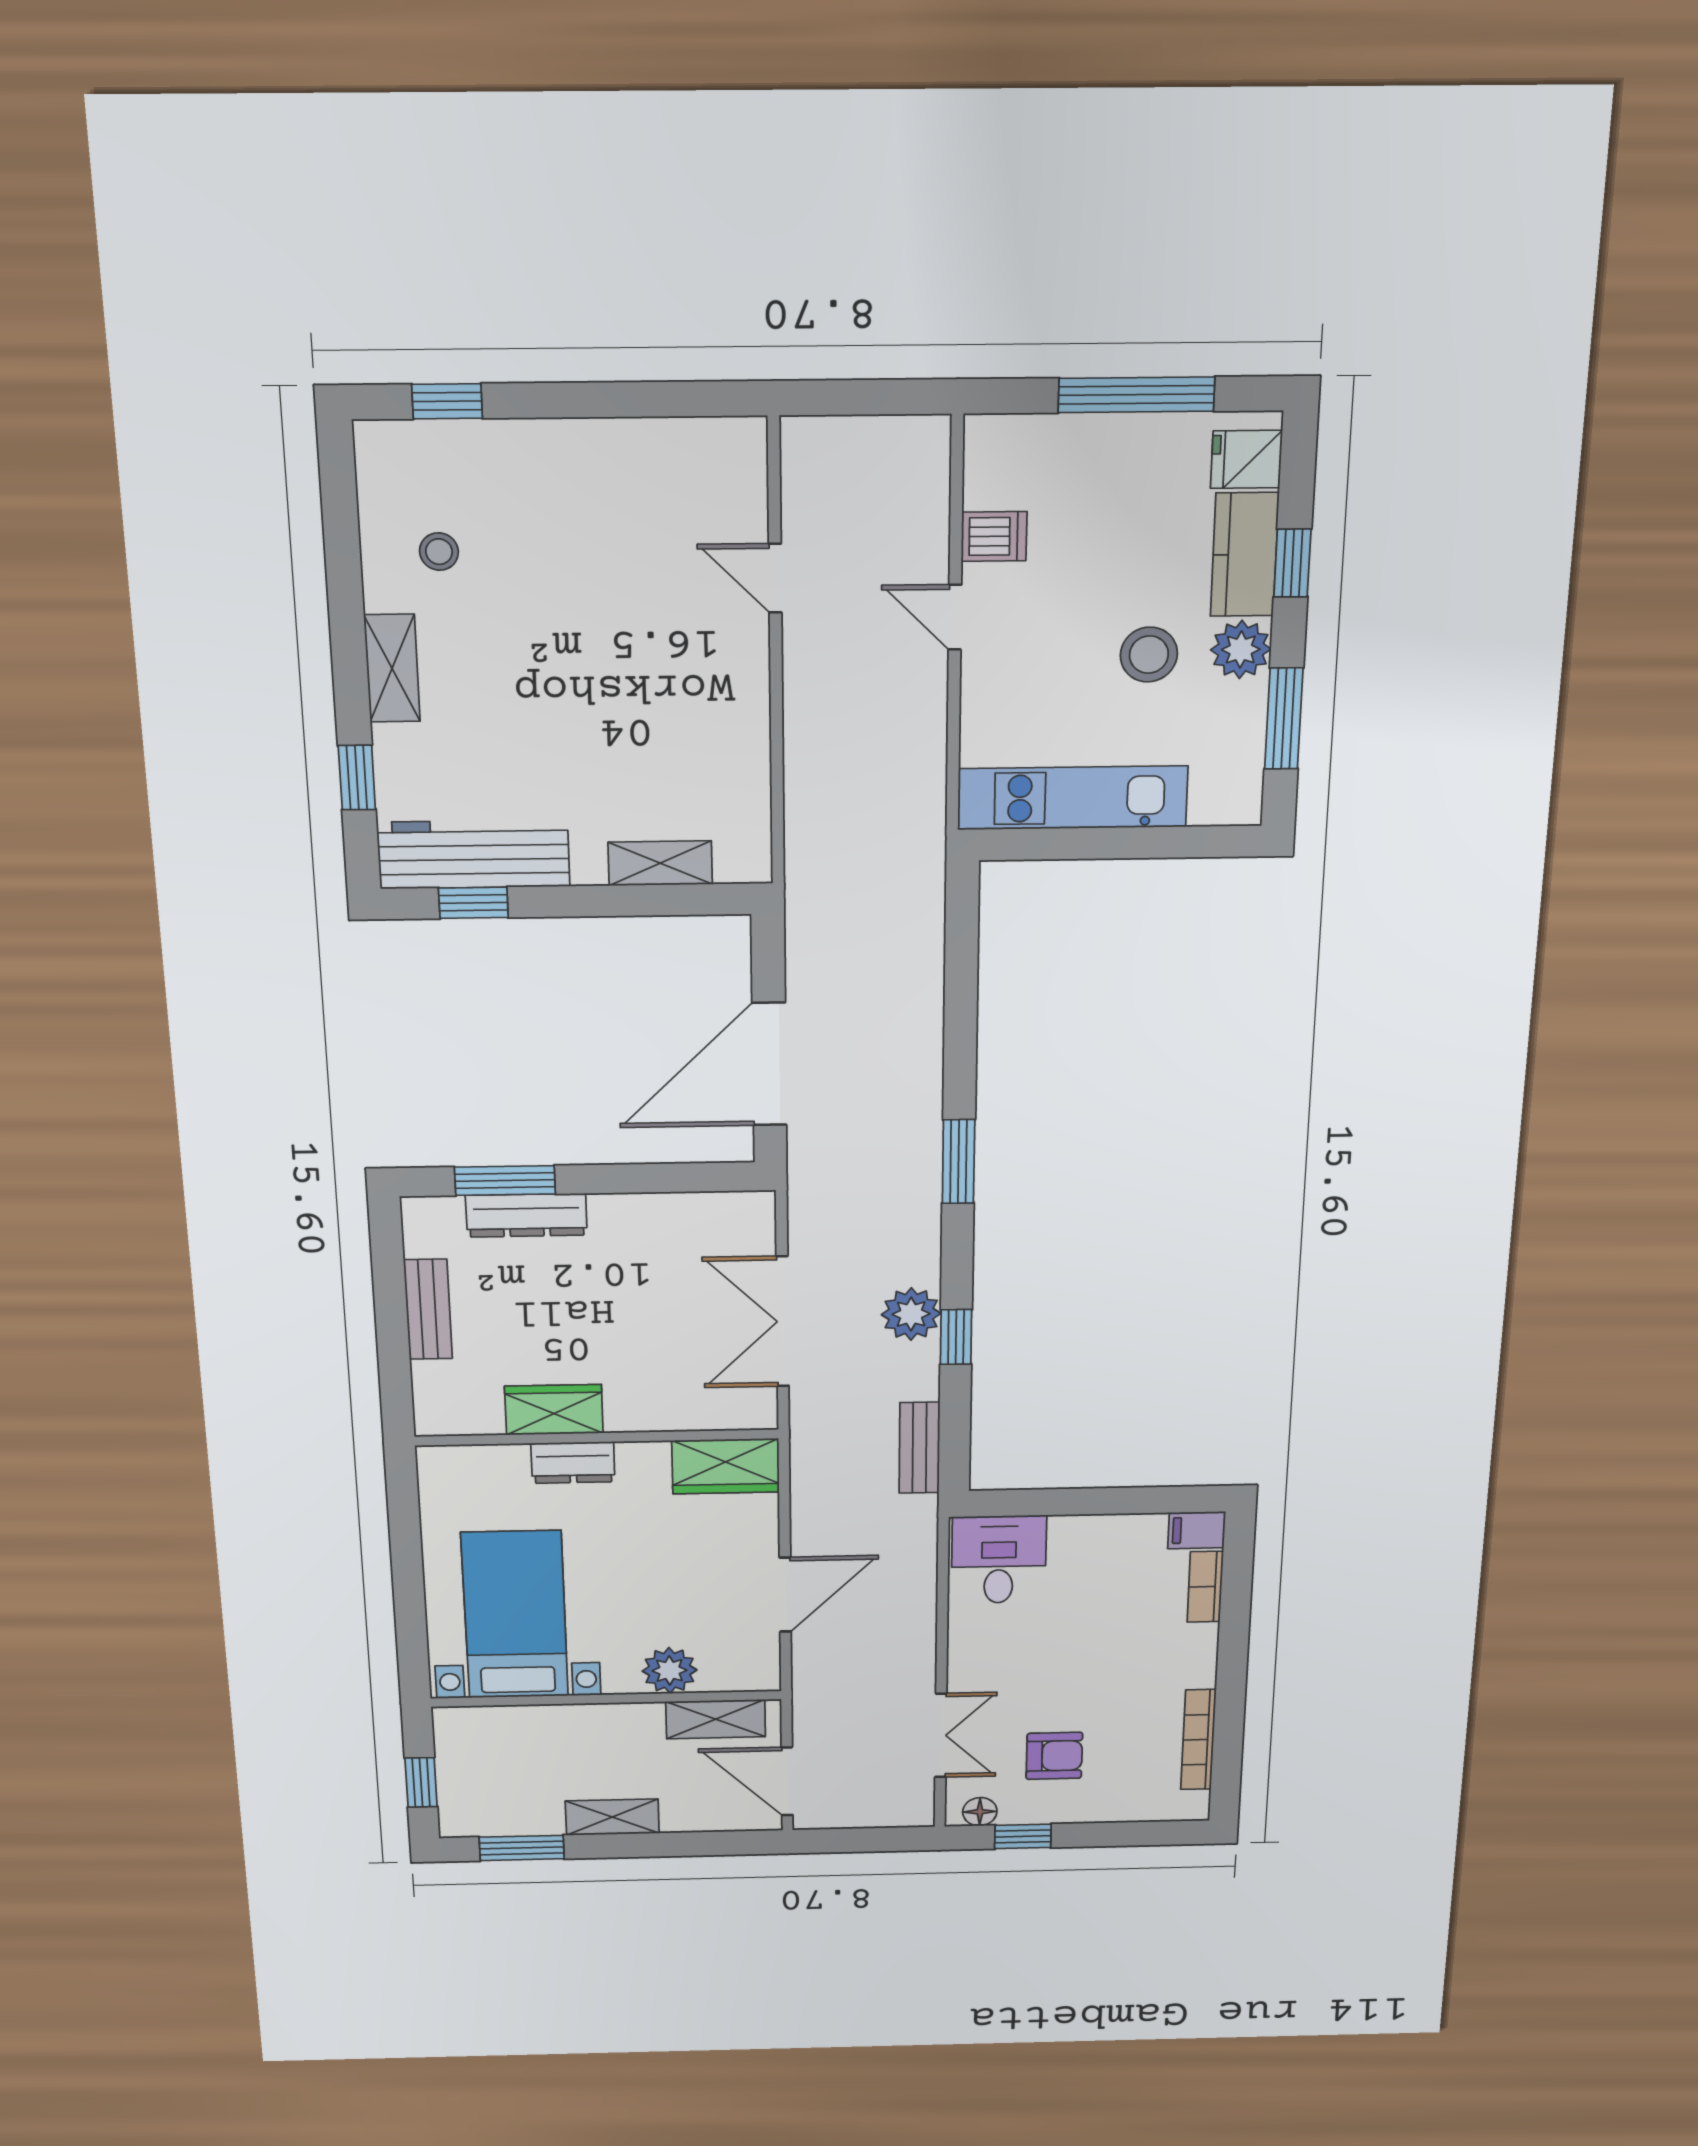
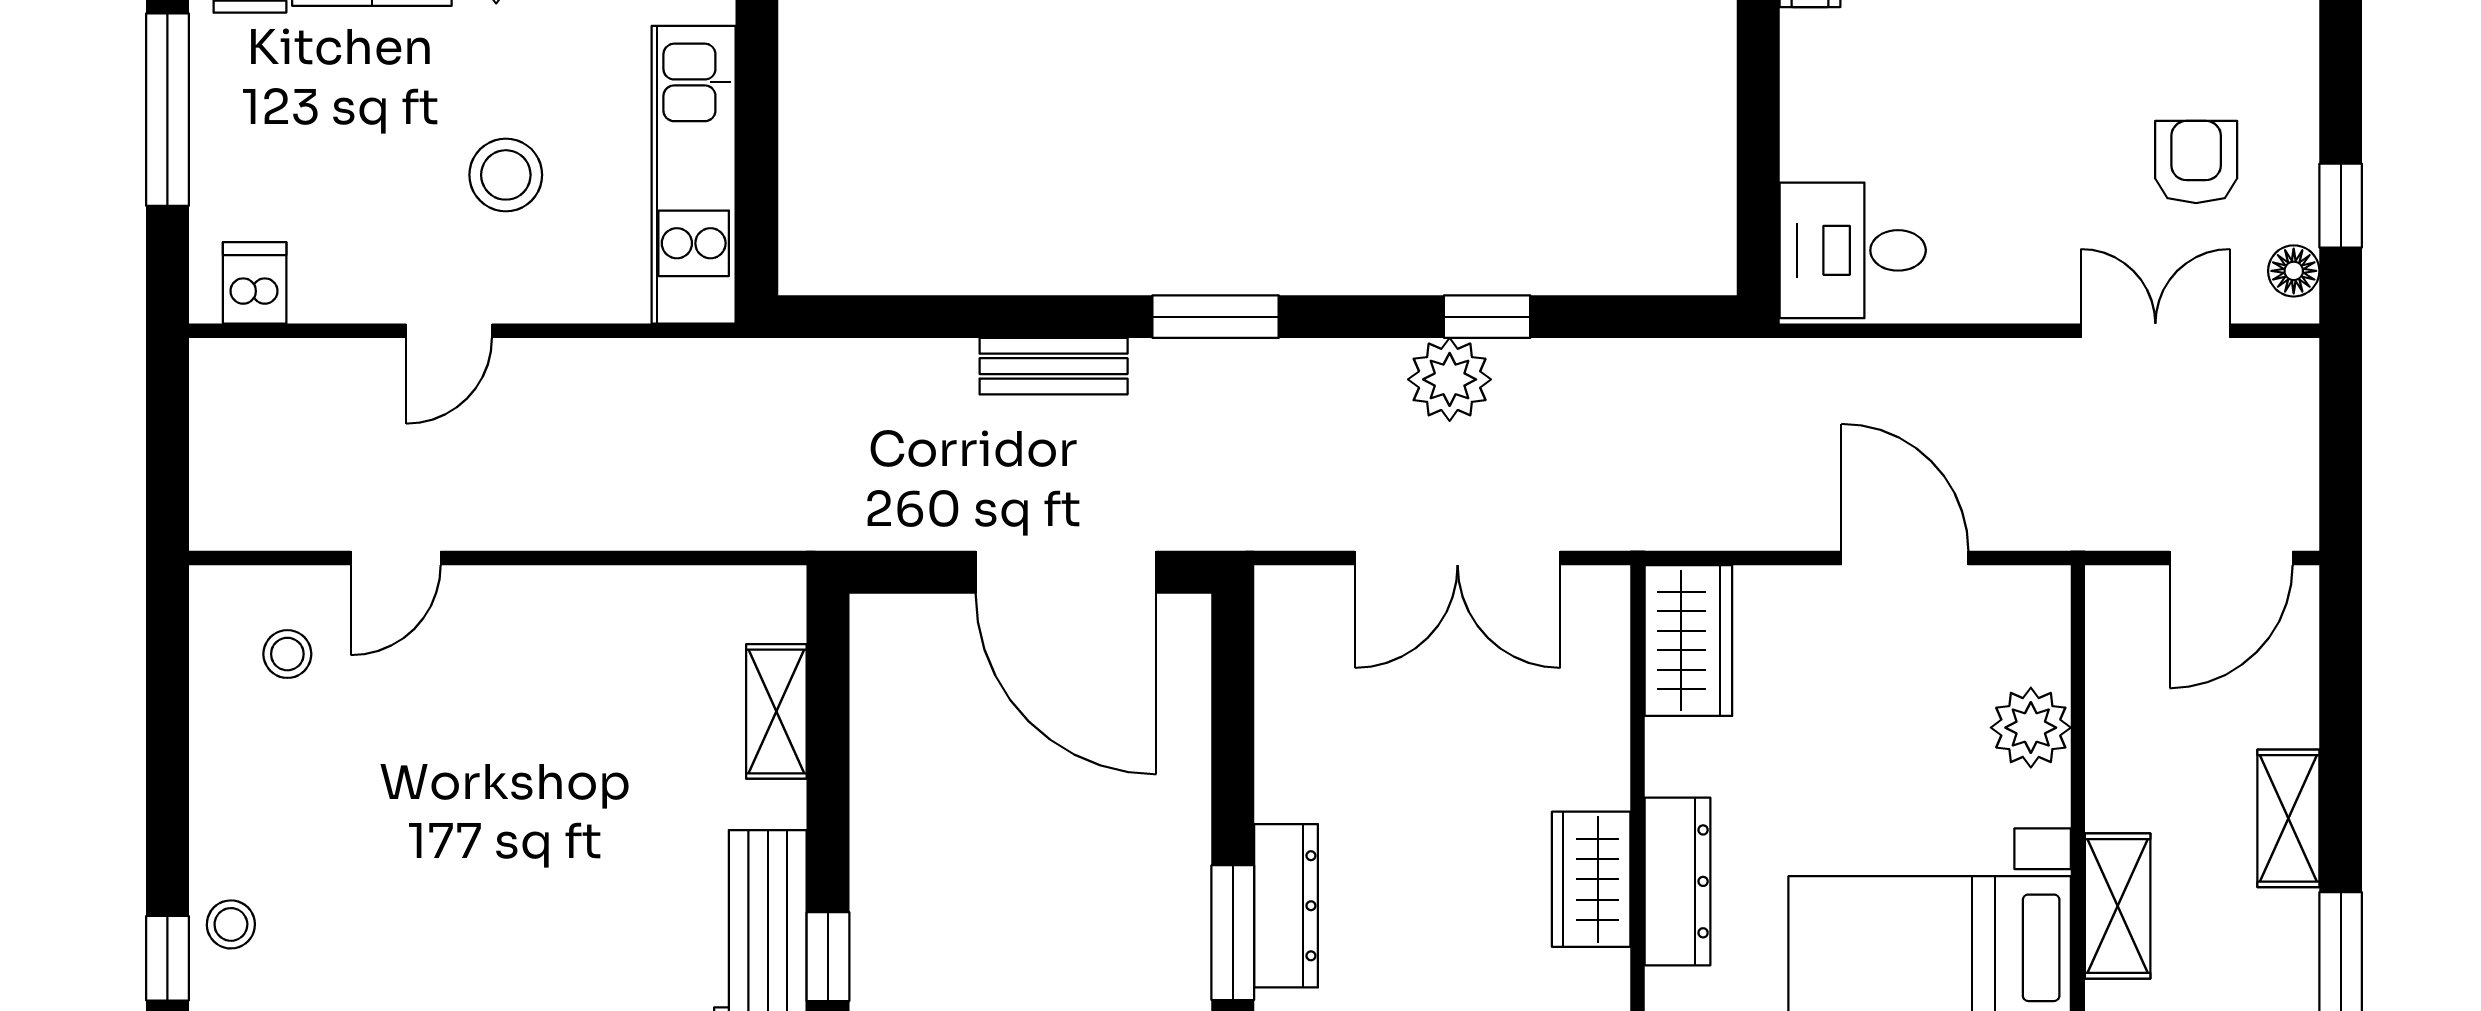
stool: (697, 495) -> (287, 654), added
dishwasher: (994, 536) -> (255, 283), moved
stool: (439, 552) -> (231, 924), moved
stool: (1149, 655) -> (506, 175), moved
bench: (919, 1448) -> (1054, 366), moved
dresser: (573, 1463) -> (1677, 881), width x1.44
shelving: (716, 1719) -> (2118, 906), moved

